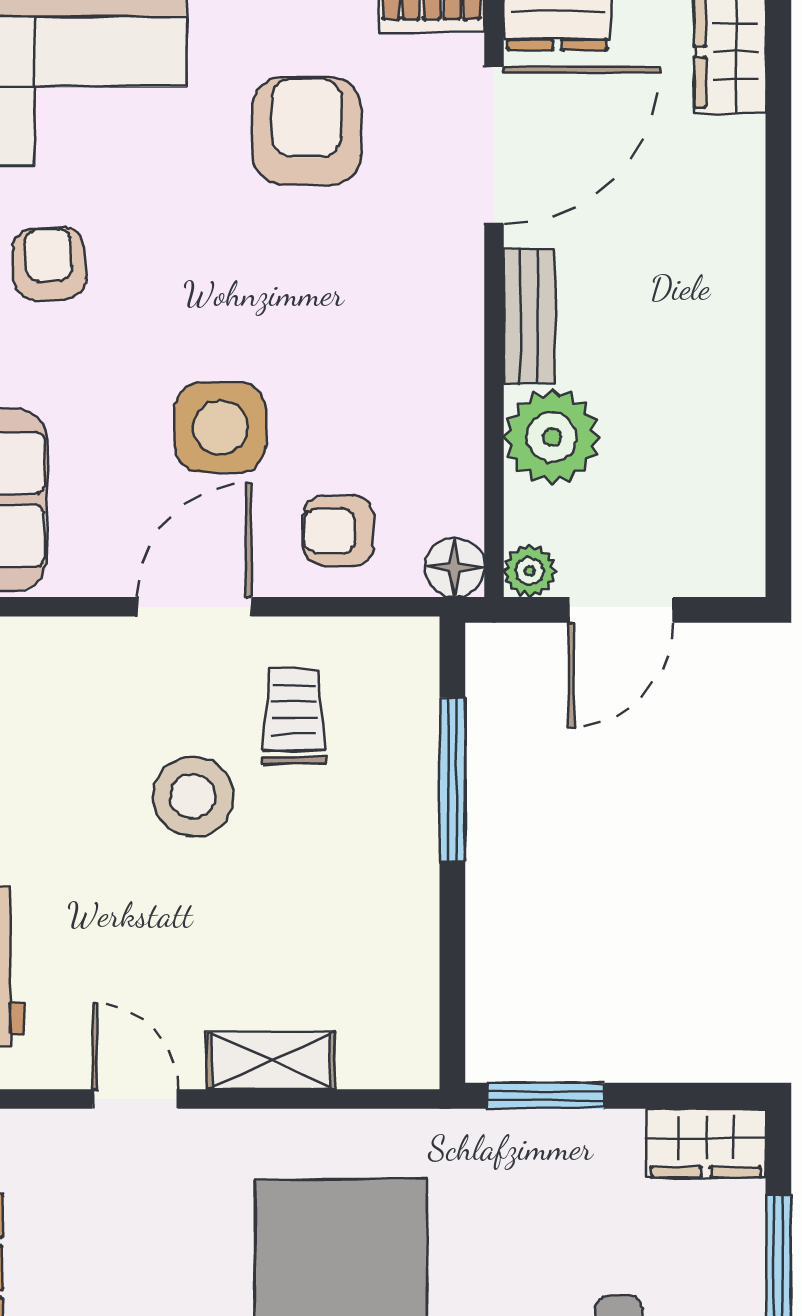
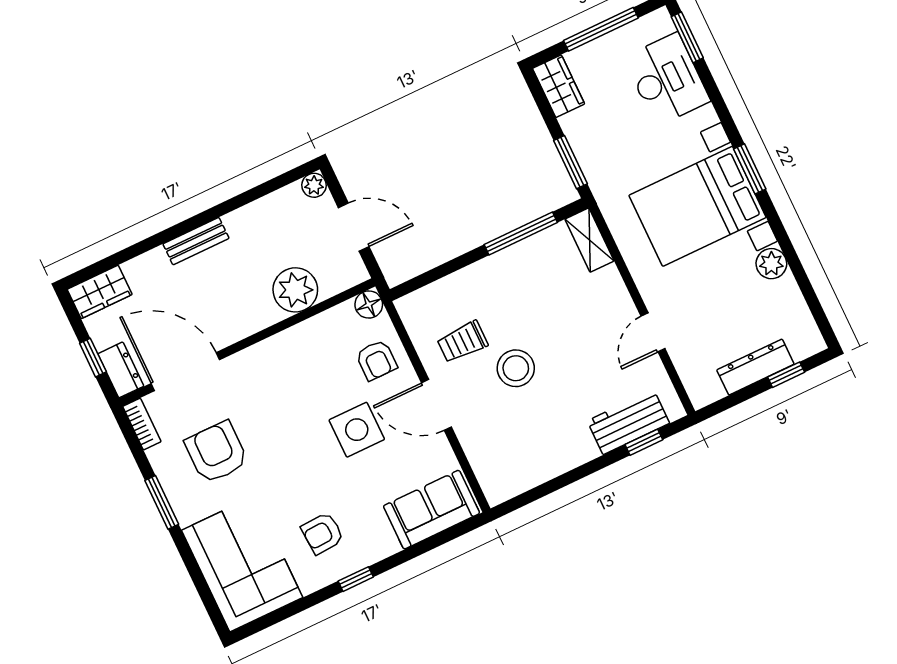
armchair: (307, 131) -> (216, 452), turned 90
bench: (529, 316) -> (196, 241), moved
plant: (530, 571) -> (314, 185), moved
window: (452, 780) -> (521, 233), moved
shelving: (271, 1060) -> (590, 240), moved

